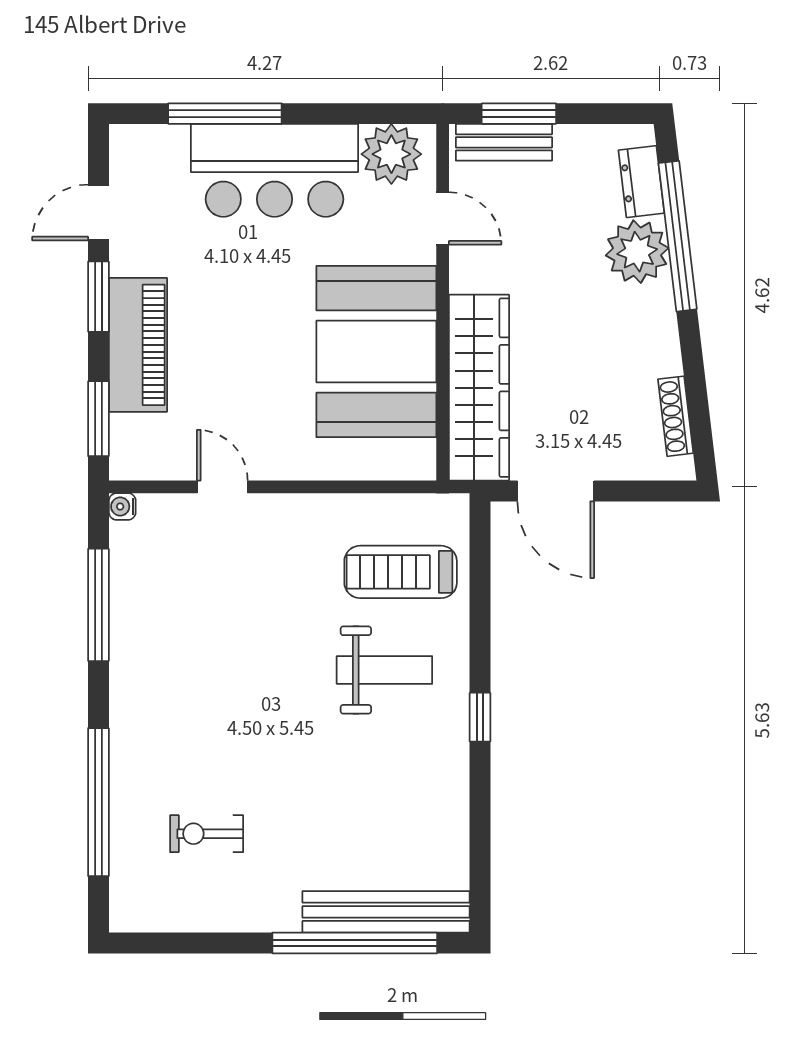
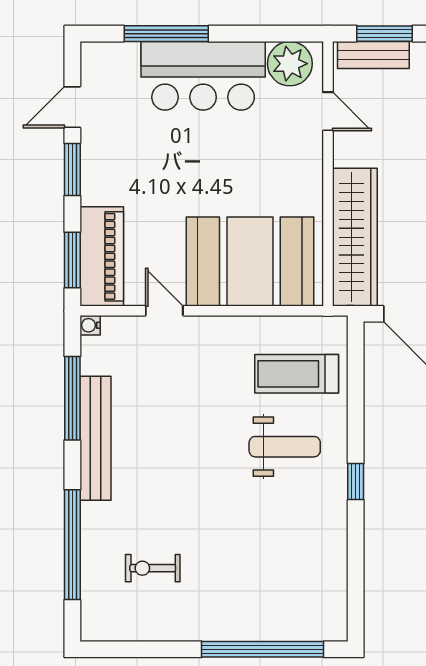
piano: (138, 345) -> (102, 256), moved
booth: (376, 352) -> (250, 261), moved, turned 90
bench: (386, 912) -> (96, 438), moved, turned 90

